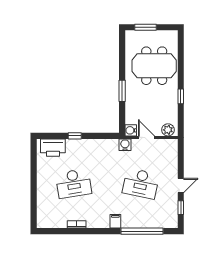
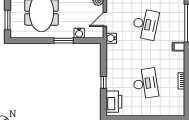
water cooler: (131, 130) -> (79, 33), moved

